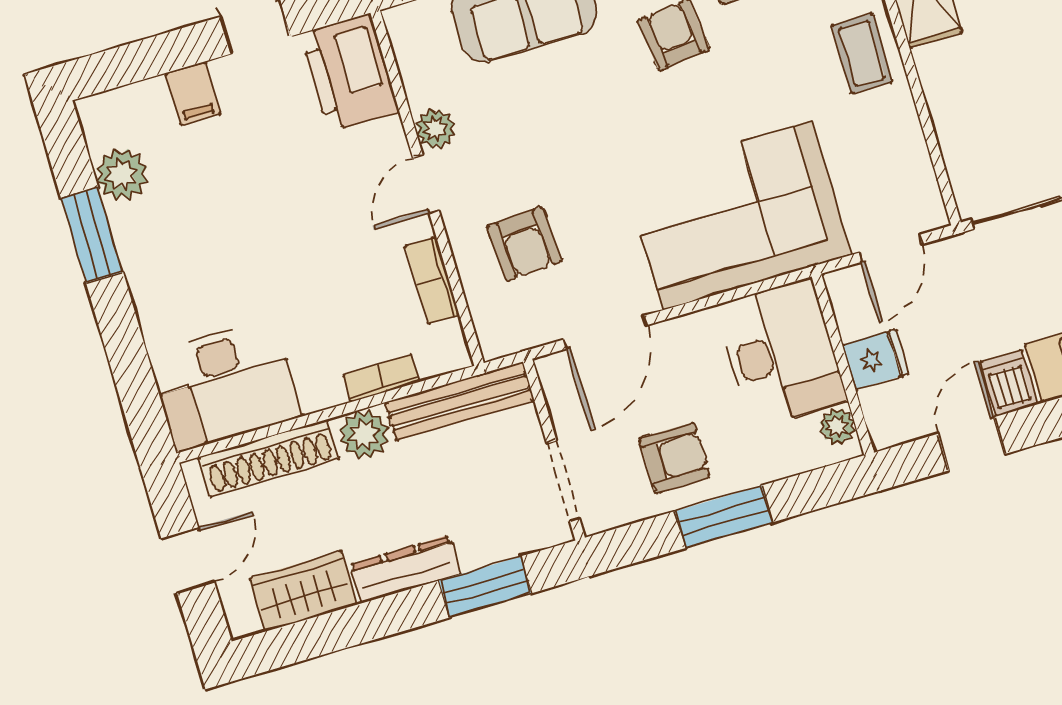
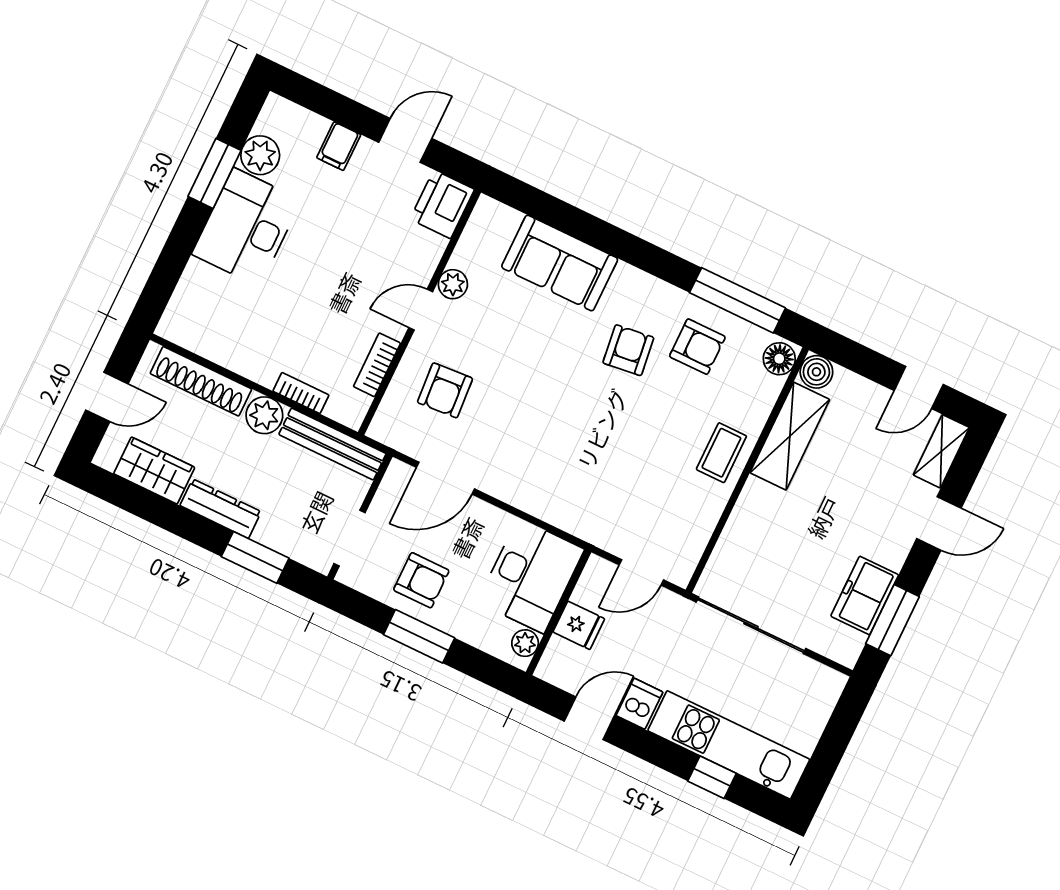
printer: (349, 73) -> (442, 204), width x0.73, depth x0.84
corner sofa: (738, 215) -> (575, 479), removed
desk: (225, 385) -> (246, 227), moved, turned 90

